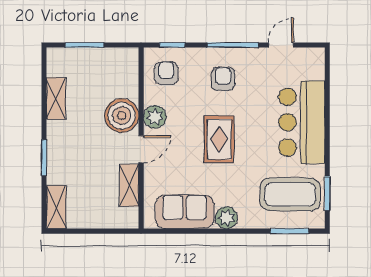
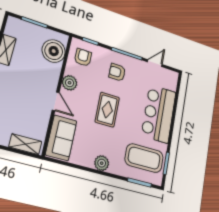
armchair: (223, 79) -> (117, 72), turned -90
boiler: (122, 116) -> (54, 51), moved
door: (141, 149) -> (56, 101), hinge flipped
shelving: (129, 185) -> (25, 144), moved, turned 90
sofa: (185, 212) -> (61, 138), moved, turned 90

